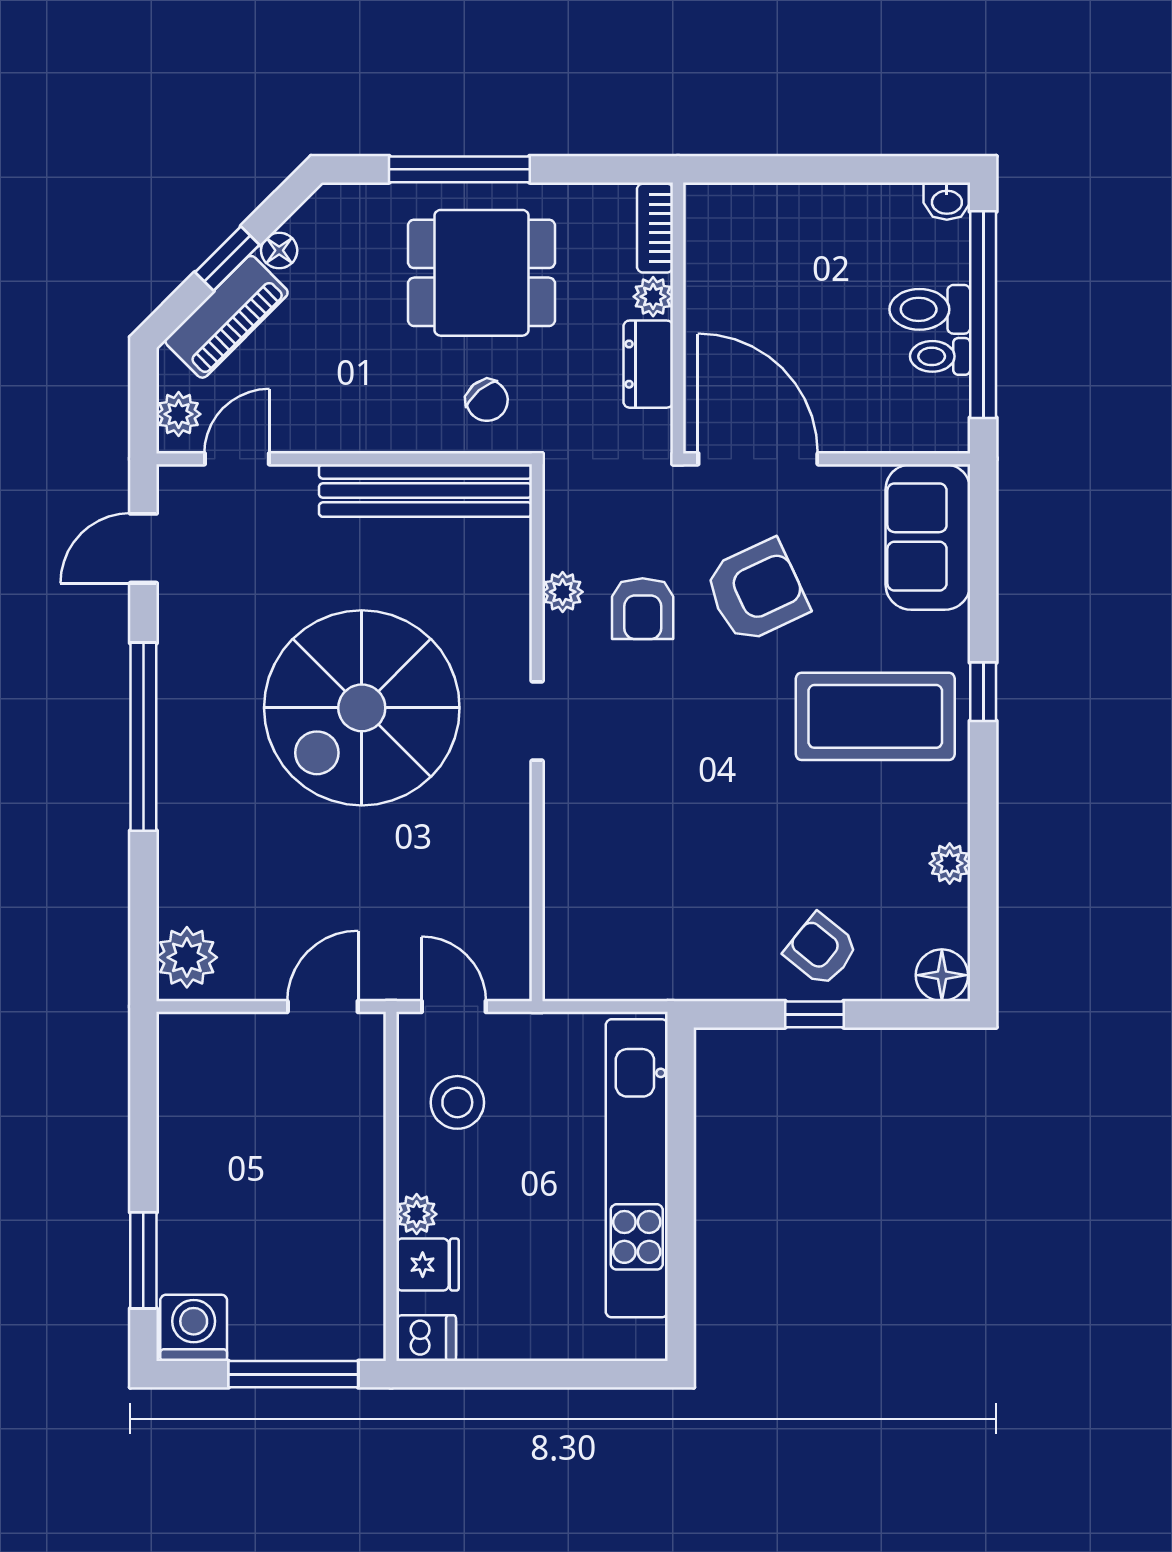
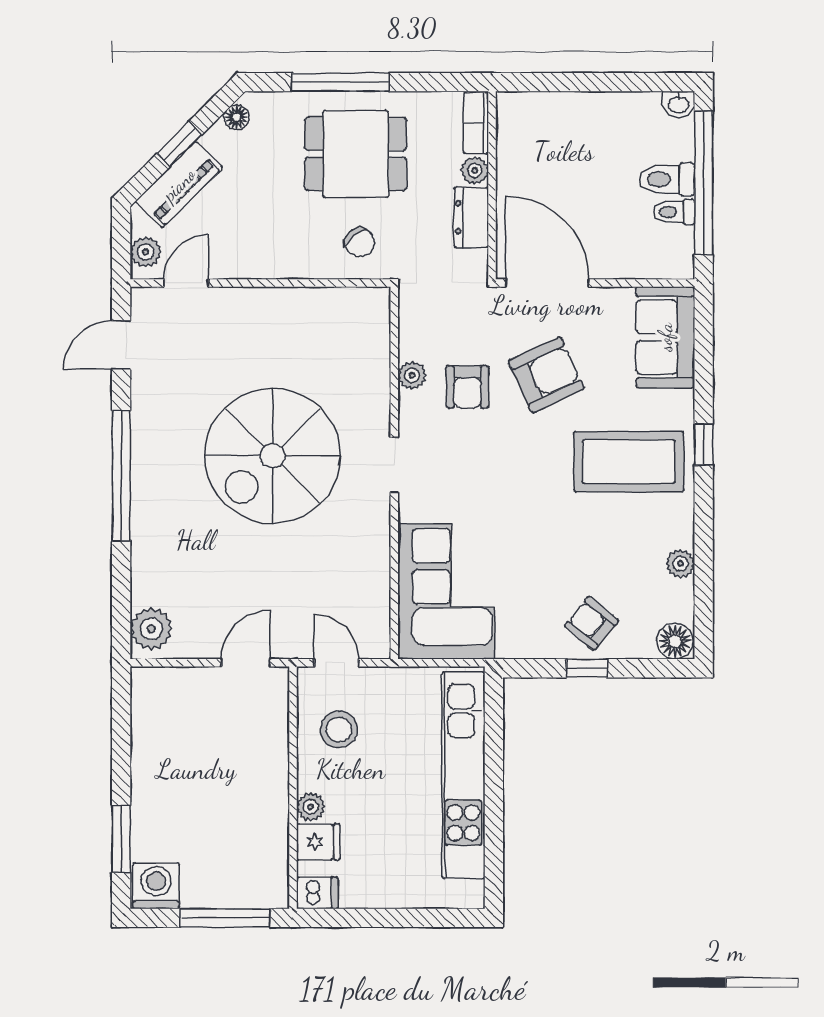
floor lamp: (279, 250) -> (237, 117), moved
bench: (425, 491) -> (317, 305), removed
corner sofa: (612, 903) -> (446, 591), added

